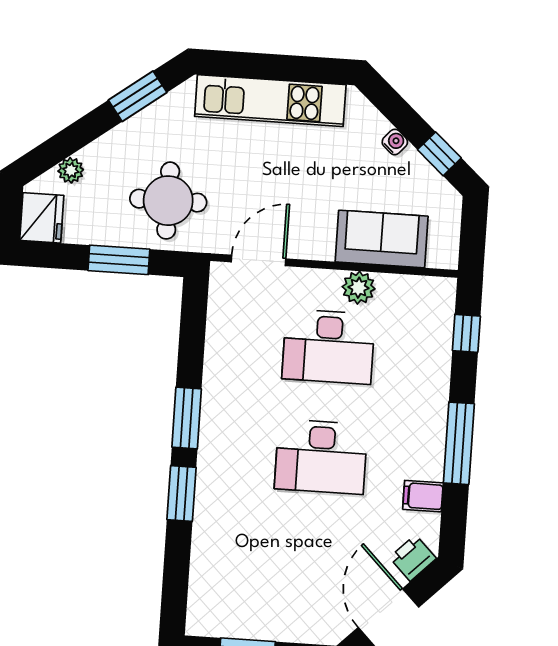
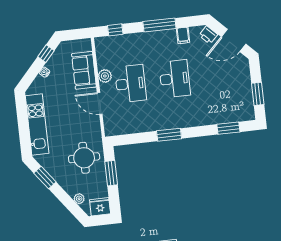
door: (259, 260) -> (100, 103), moved
window: (182, 493) -> (228, 128), moved

